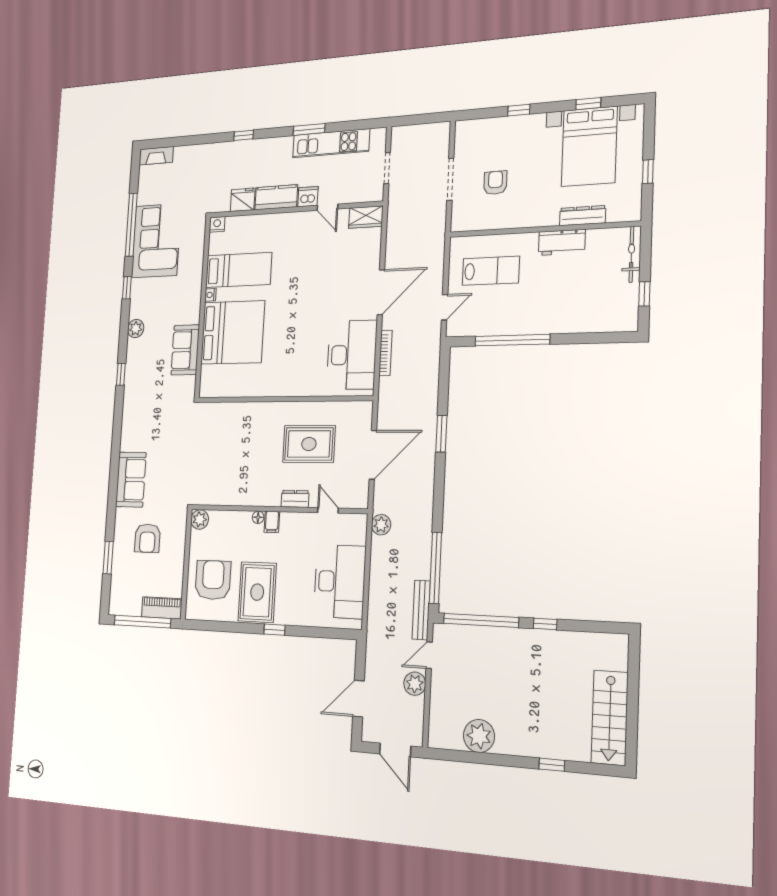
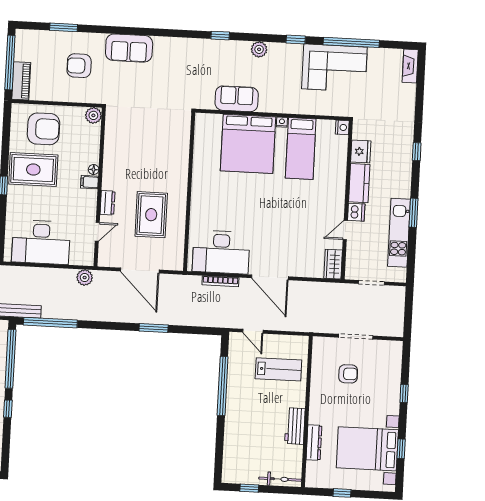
lab bench: (491, 271) -> (278, 369), turned -90

